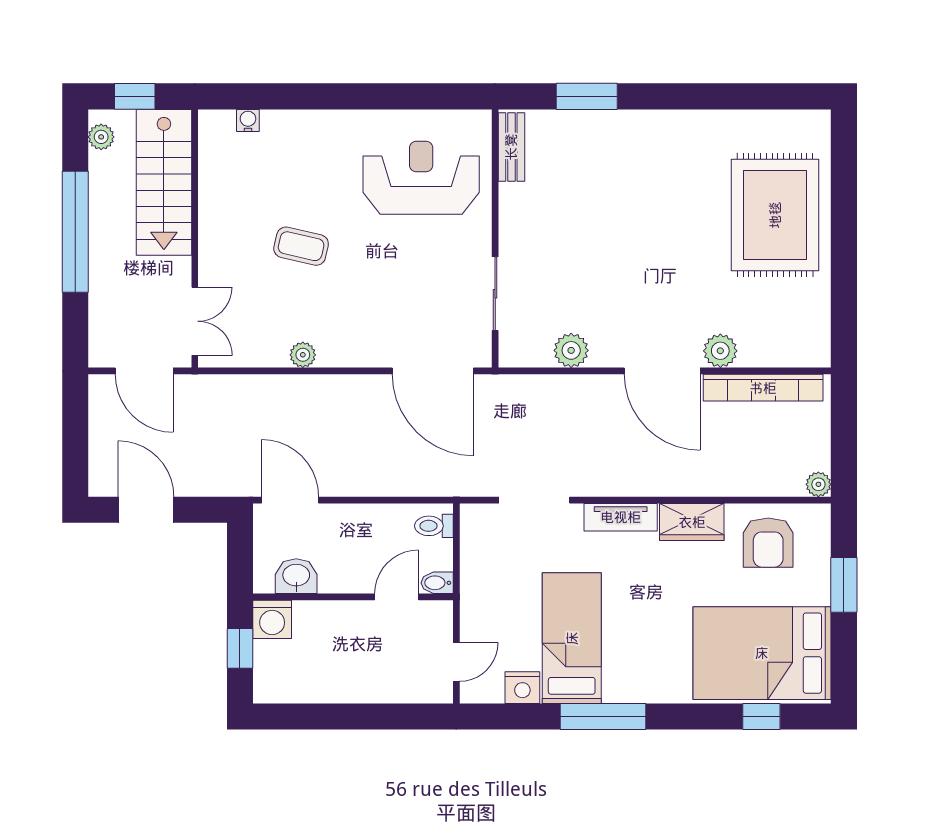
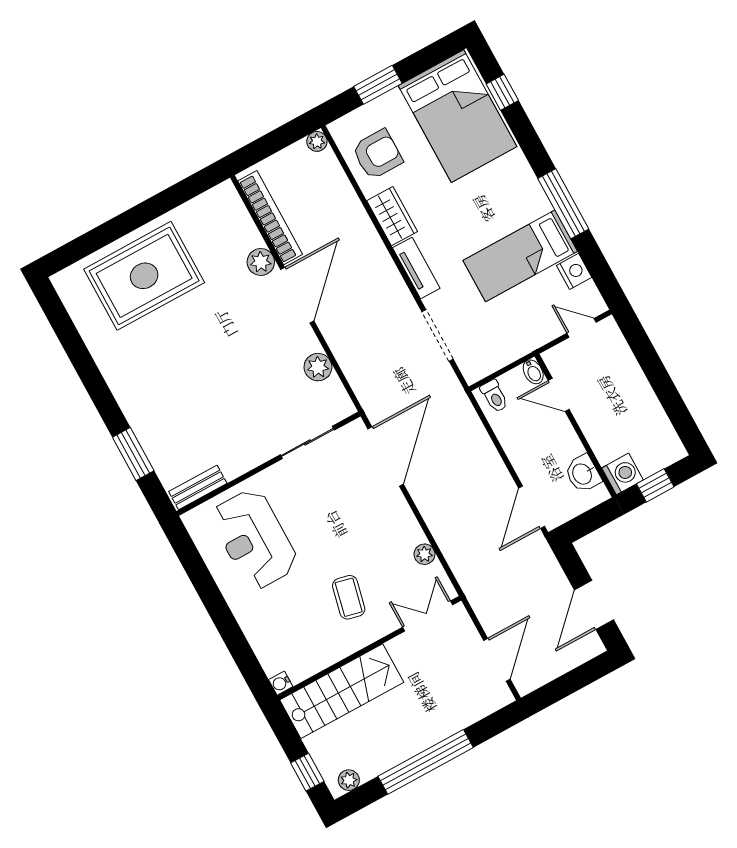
stairs: (164, 182) -> (342, 691), moved
wall: (195, 238) -> (369, 648), moved
double door: (195, 321) -> (428, 616), moved

